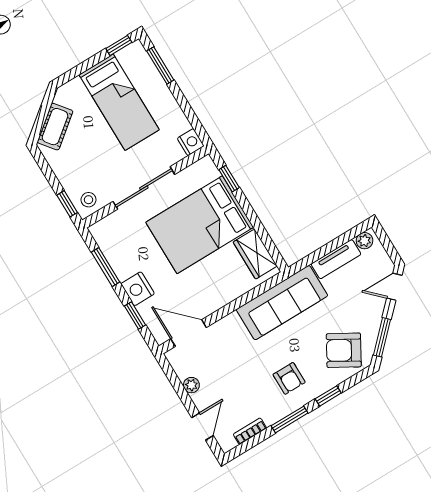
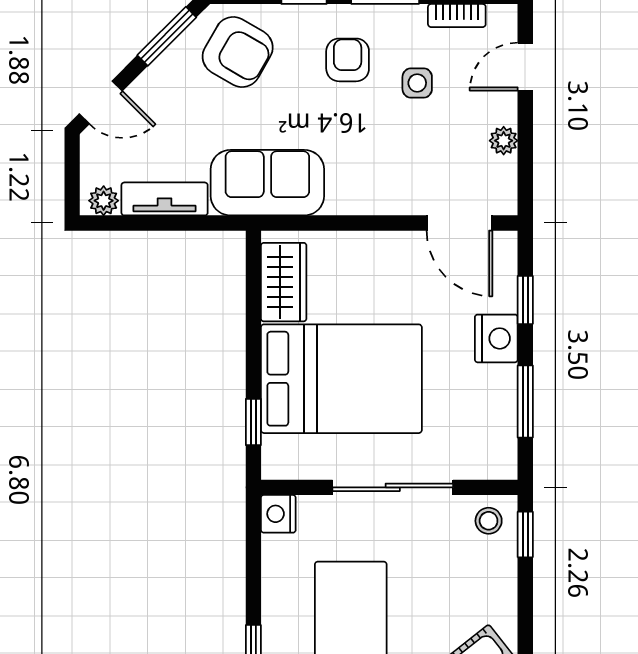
sofa: (282, 303) -> (267, 183), width x0.73
side table: (249, 388) -> (417, 83), added

